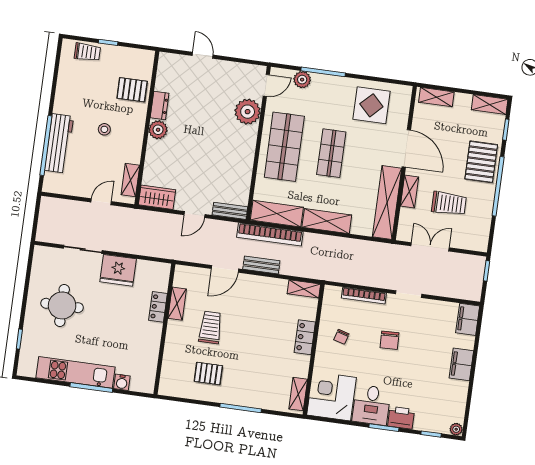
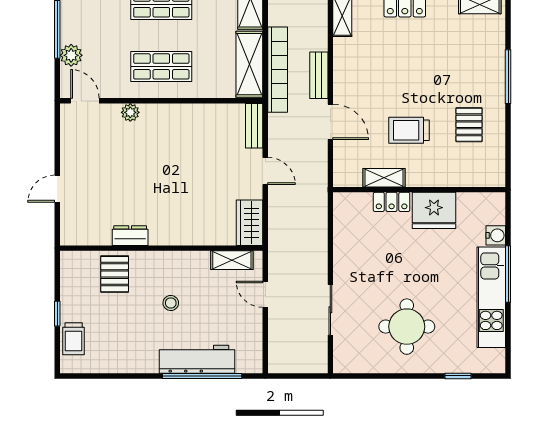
trolley: (87, 52) -> (74, 339), turned 180
plant: (248, 112) -> (130, 112), width x0.53, depth x0.53
plant: (158, 130) -> (162, 233), removed
shop shelf: (284, 147) -> (161, 66), width x0.70, depth x0.74
fridge: (118, 270) -> (434, 210), moved, turned 90

